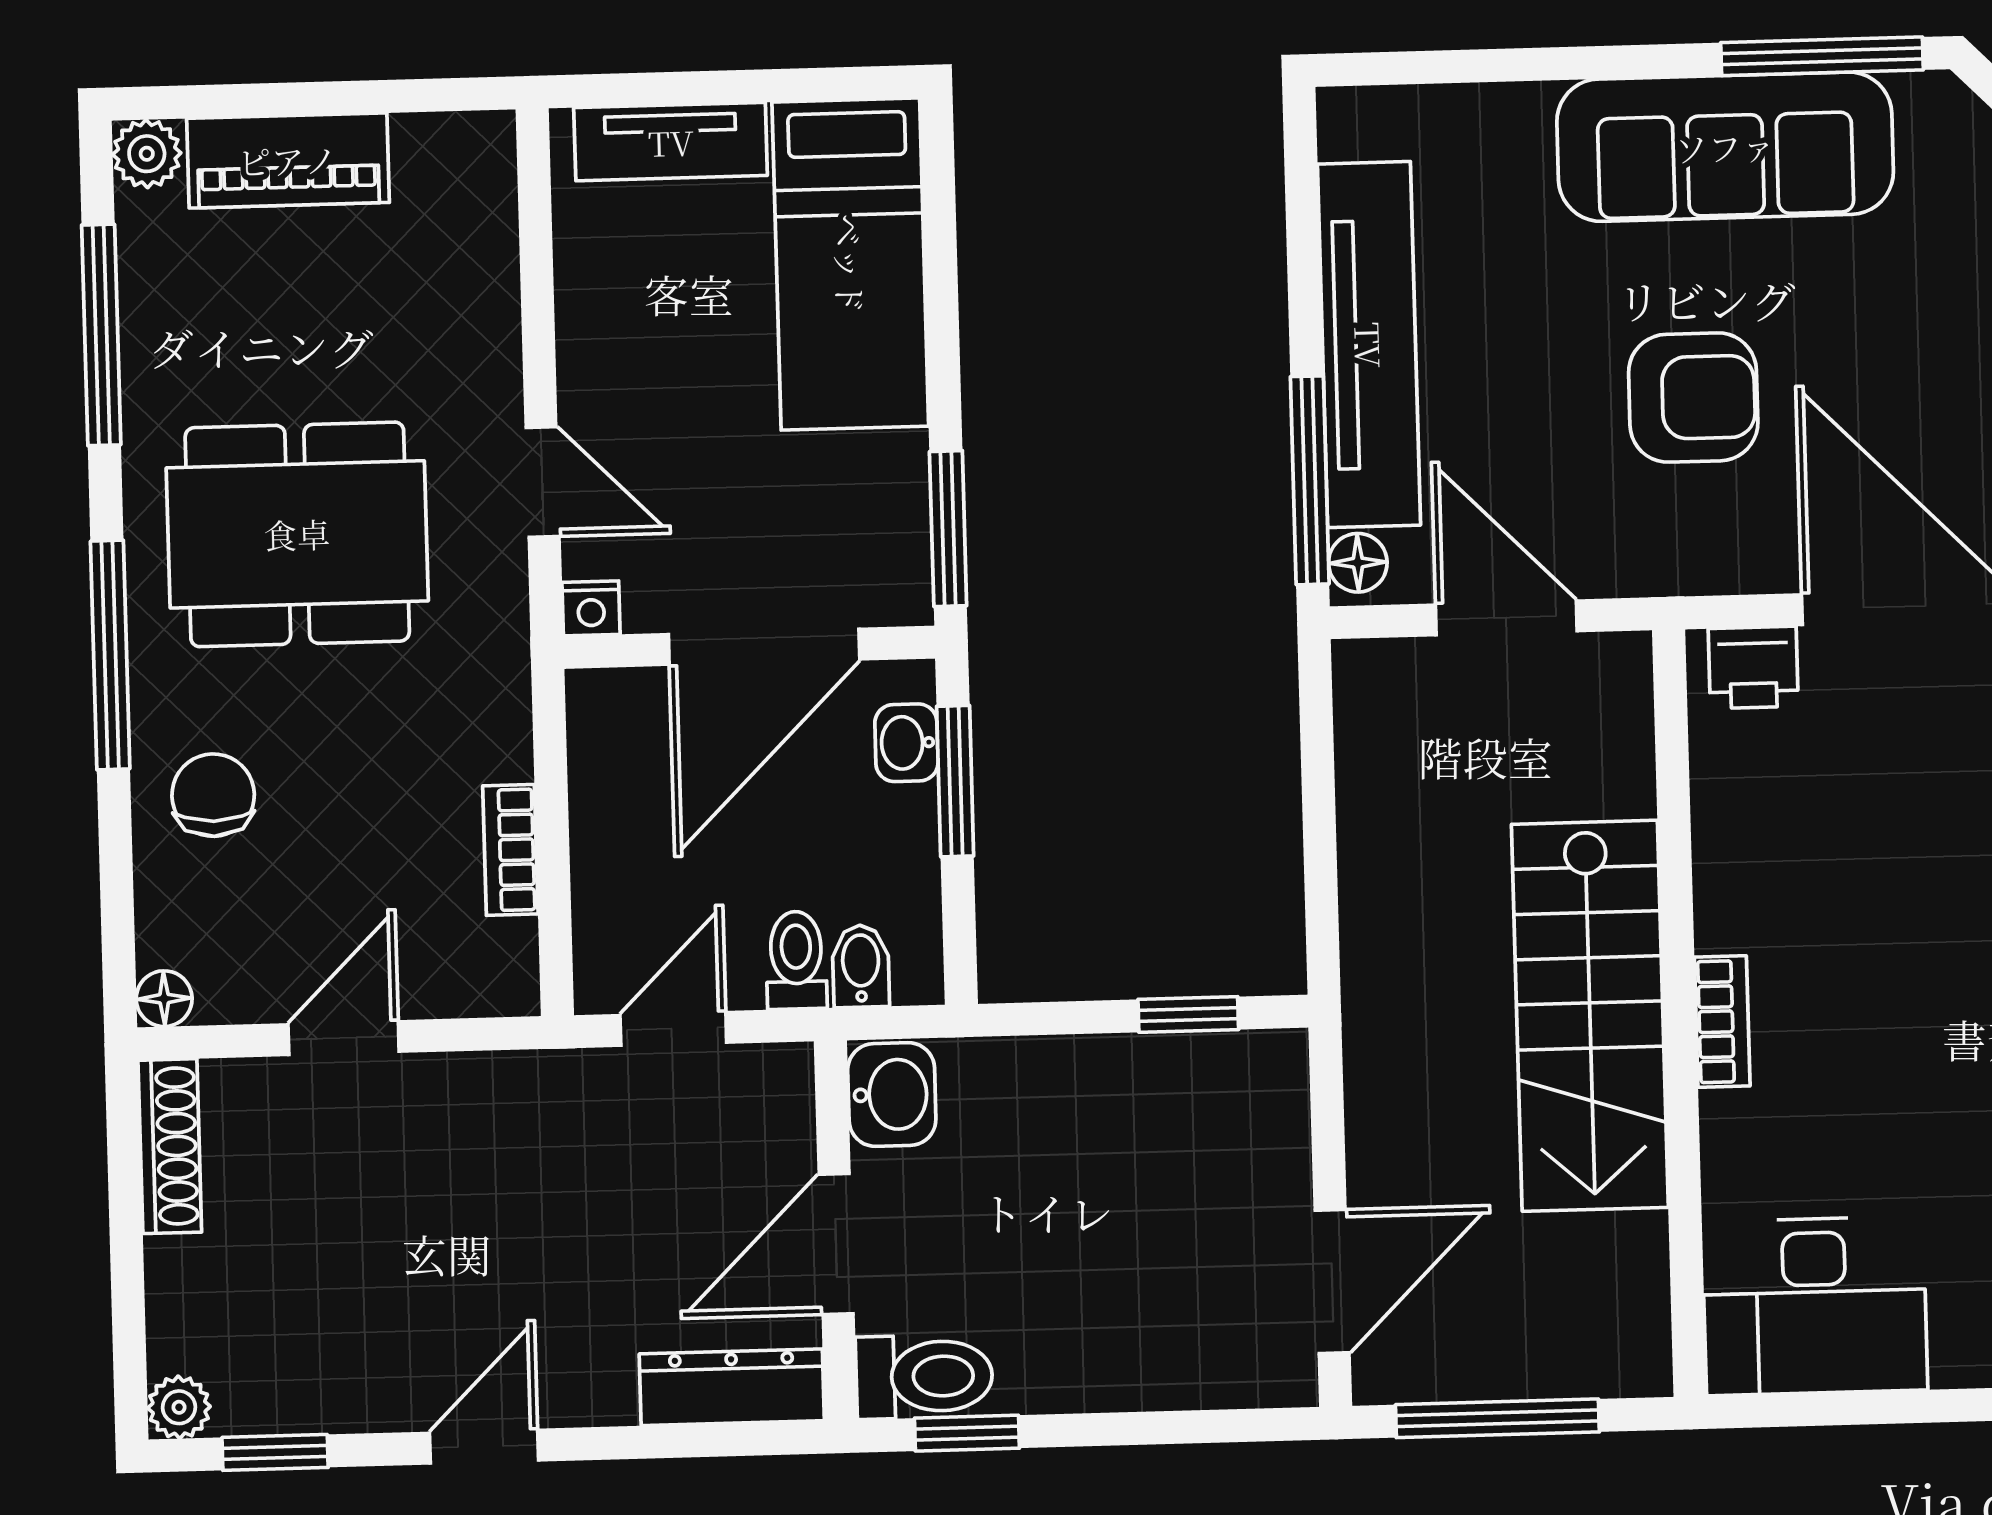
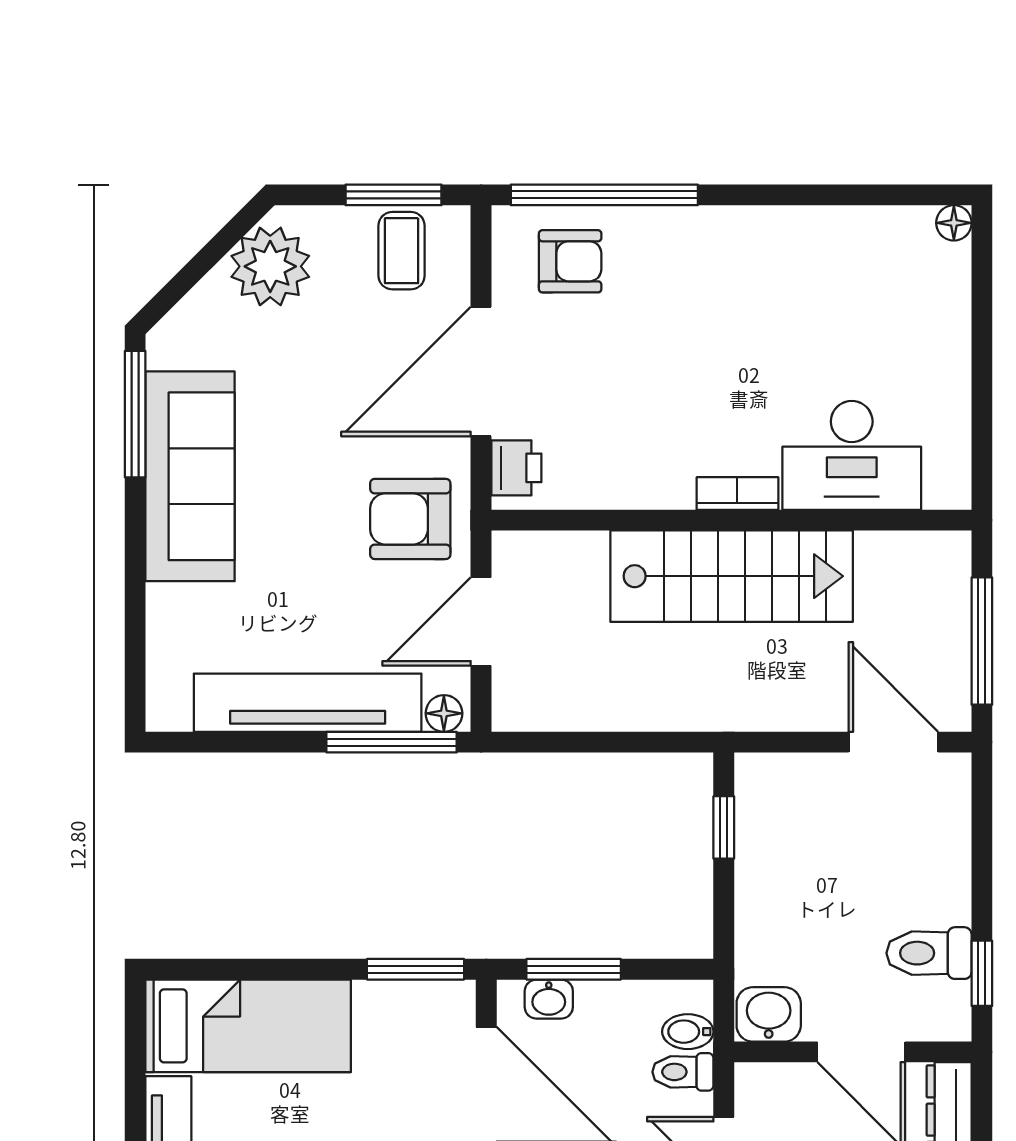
armchair: (1693, 398) -> (410, 519), moved, turned -90
desk: (1815, 1306) -> (852, 455), moved, turned 90
toilet: (924, 1377) -> (929, 953), moved, turned -90

